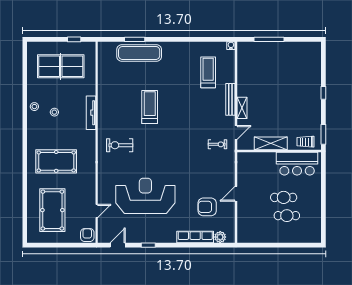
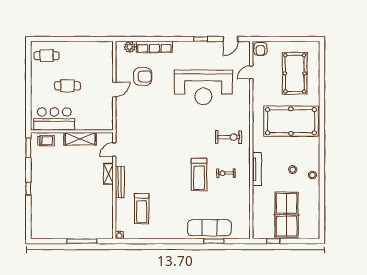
table tennis table: (61, 66) -> (287, 215), turned 90
exercise bike: (217, 144) -> (226, 173), moved
pool table: (56, 161) -> (291, 121), width x1.36, depth x1.32
cafe table: (287, 216) -> (47, 56), moved

